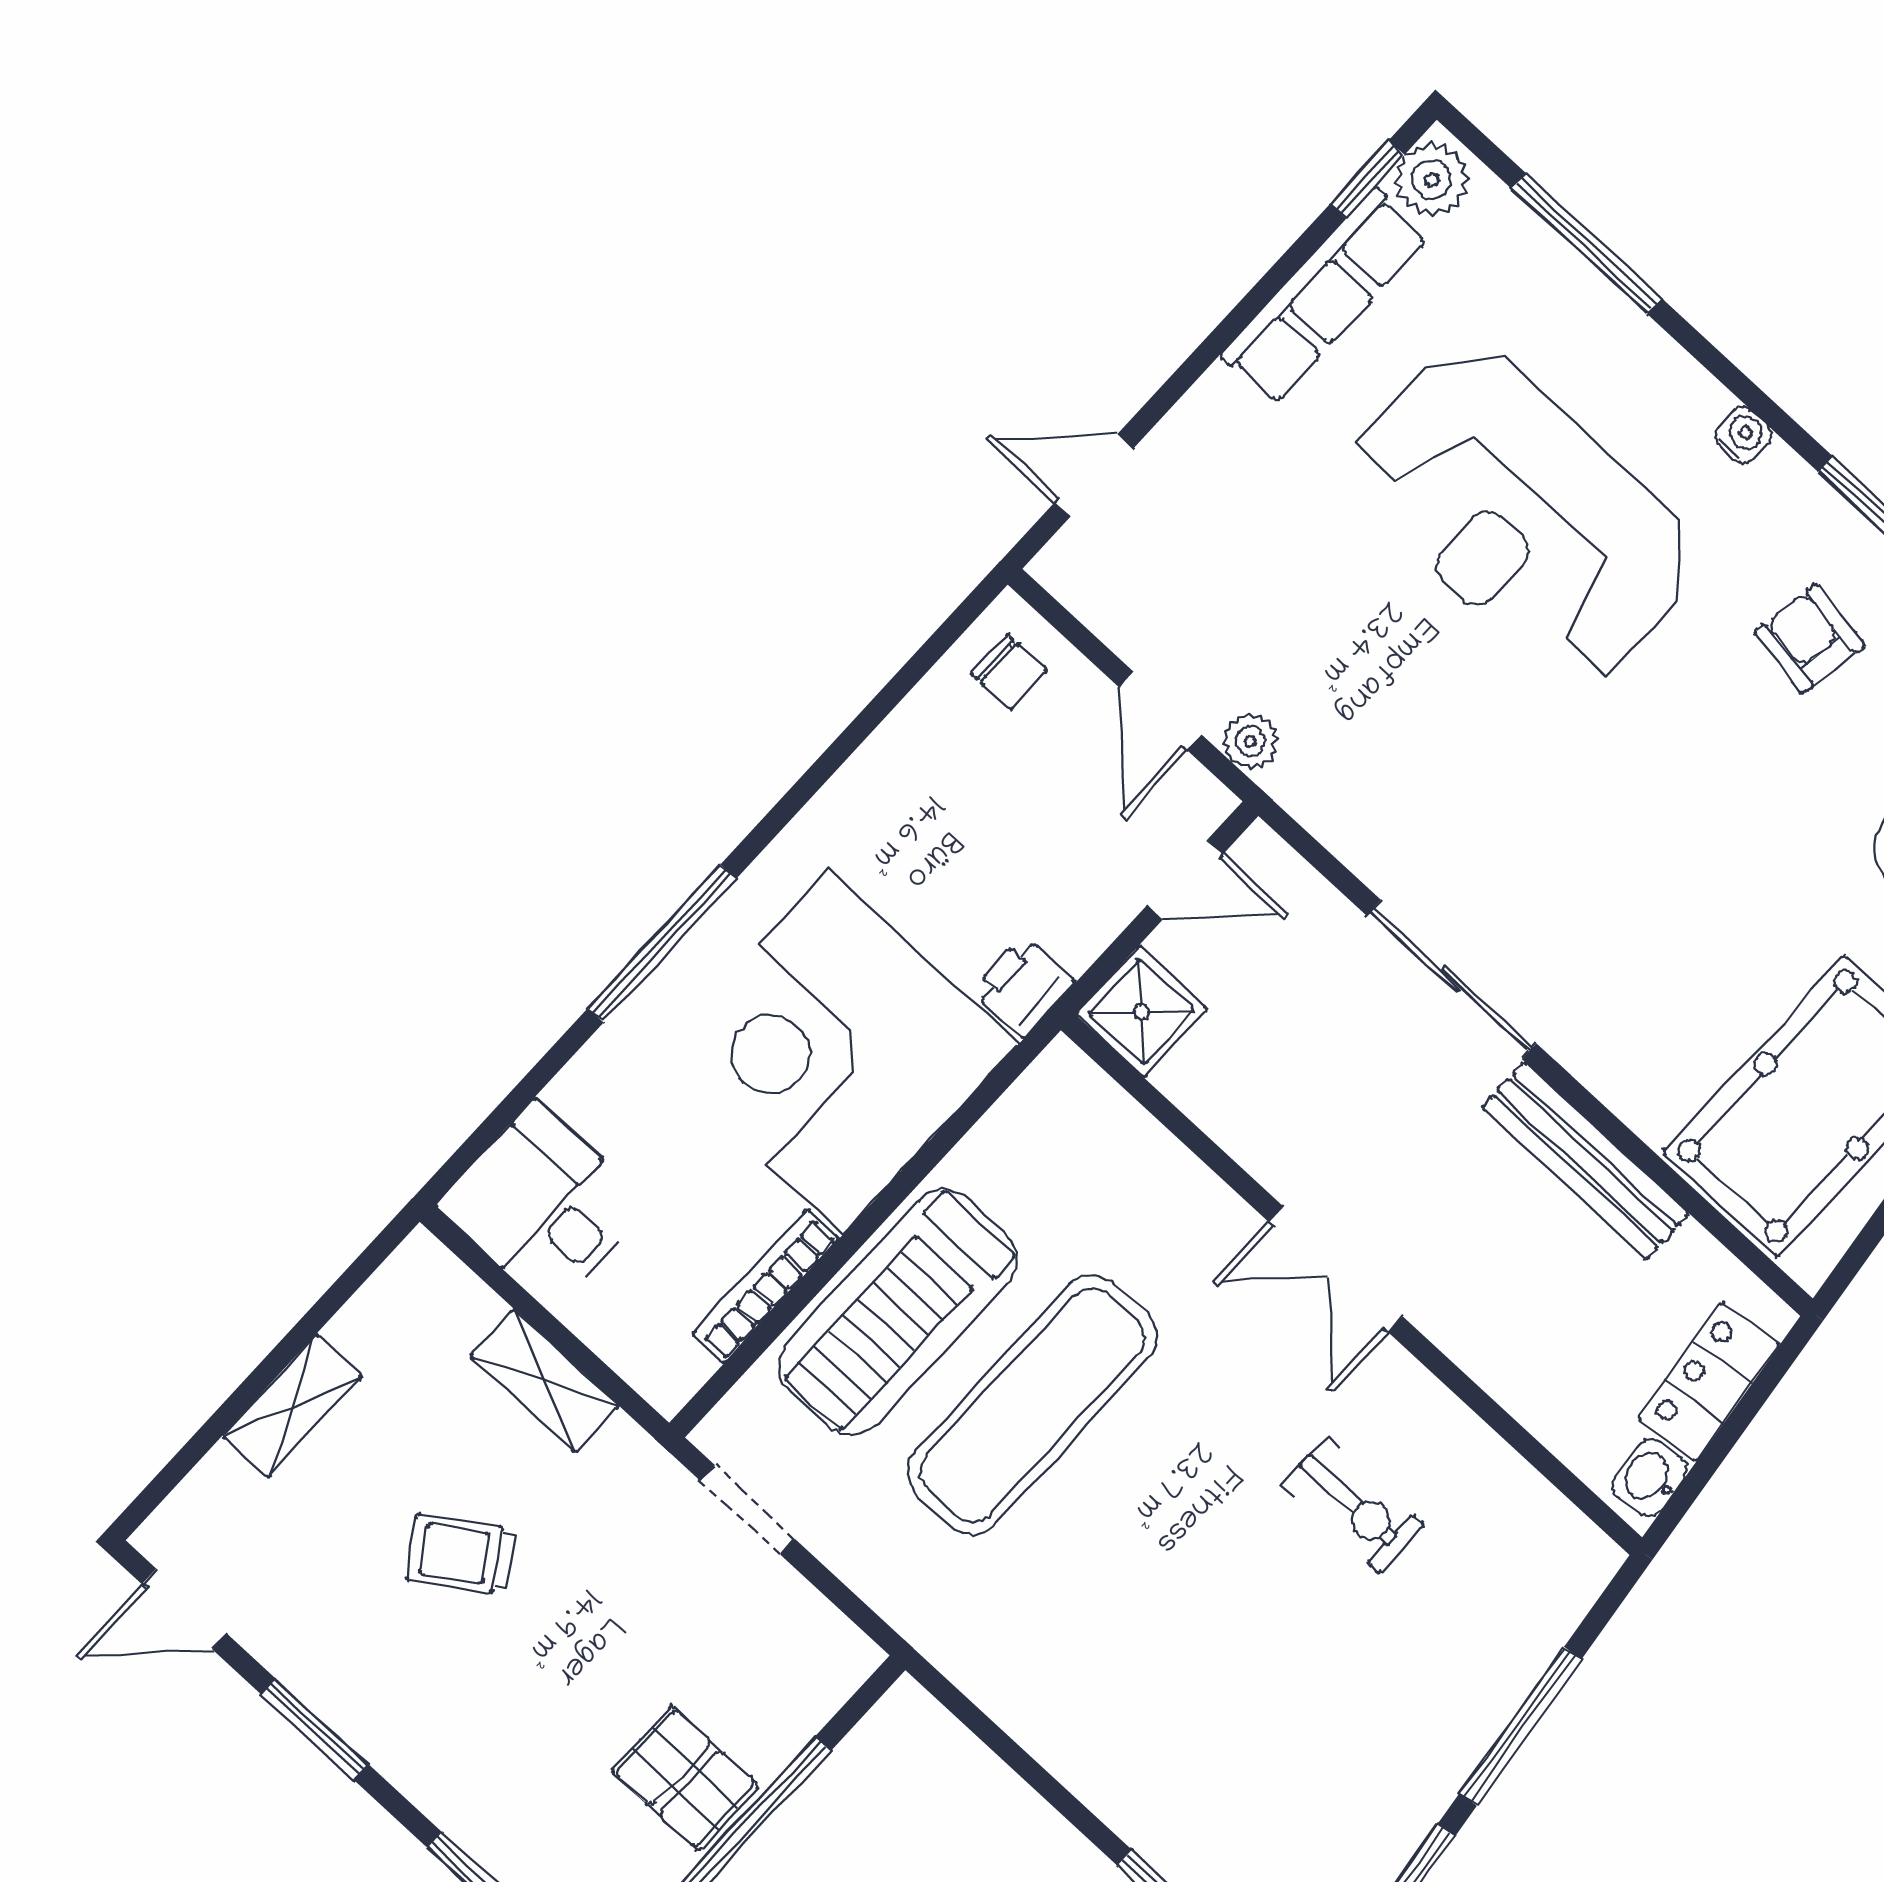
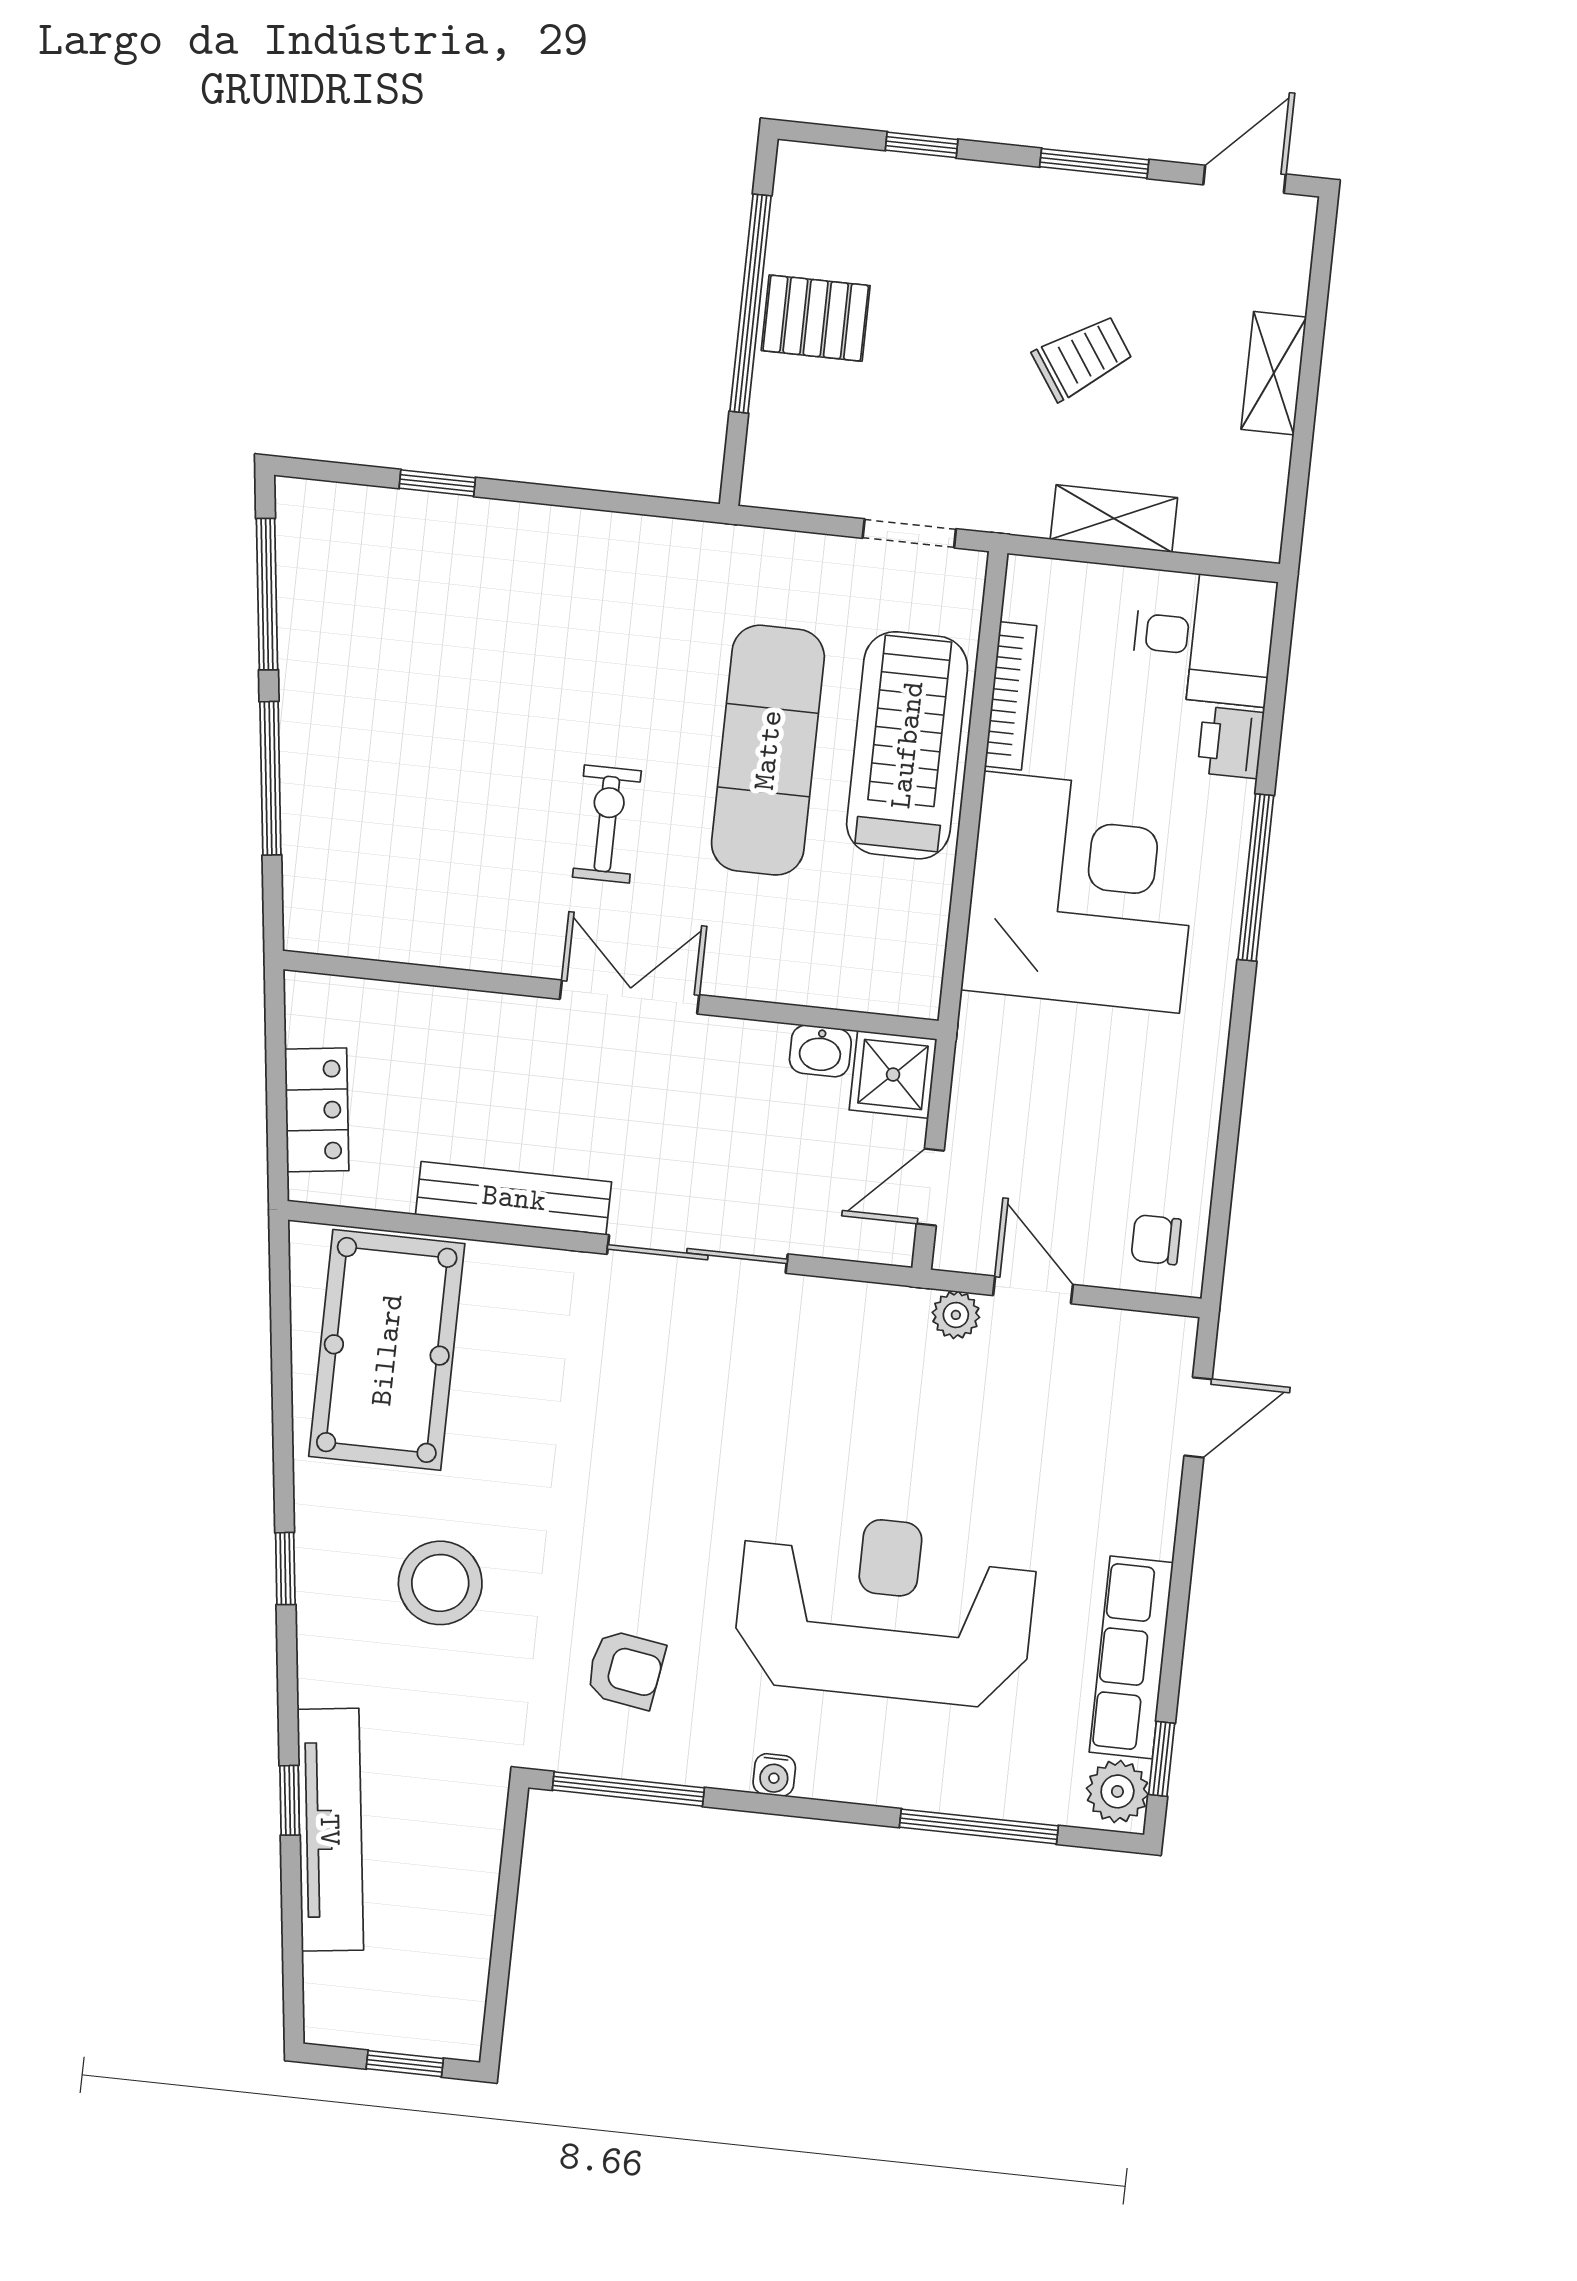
printer: (1023, 987) -> (1231, 743), moved, turned 180
washbasin: (1650, 1478) -> (820, 1051), moved, turned 97
exercise bike: (1353, 1505) -> (607, 824), moved, turned 90

